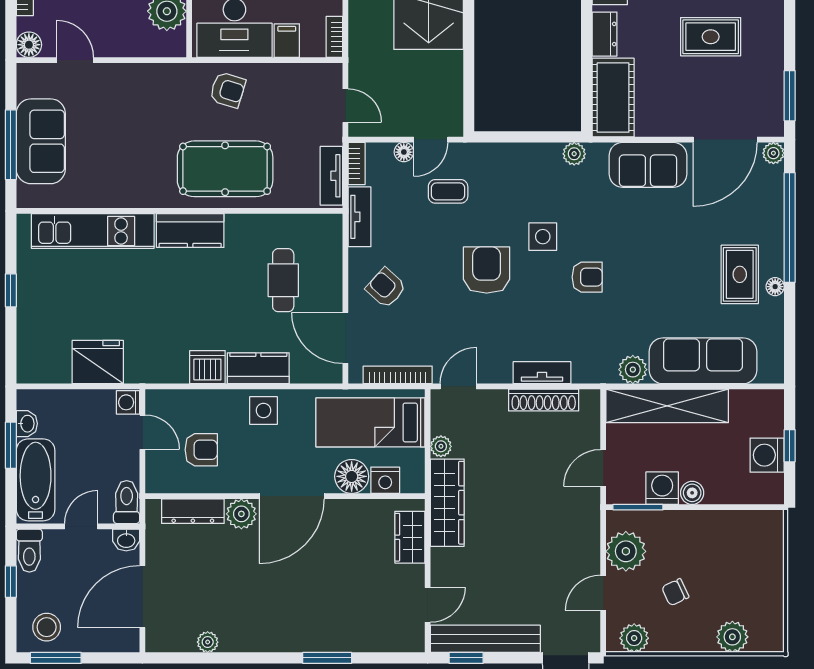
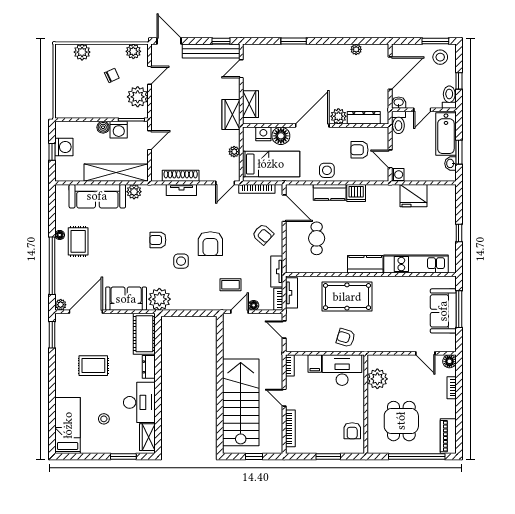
plant: (574, 154) -> (159, 299), width x1.88, depth x1.88
wardrobe: (447, 503) -> (231, 115), width x0.67

